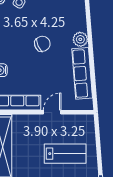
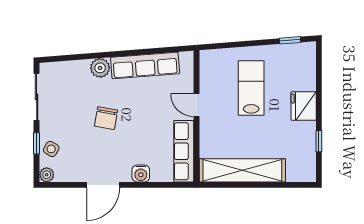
chair: (42, 44) -> (106, 118), turned -146

